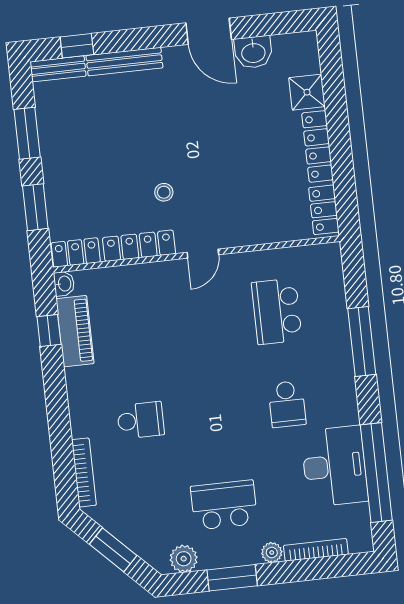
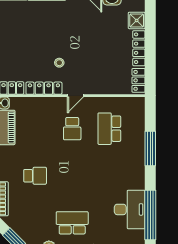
school desk: (287, 404) -> (72, 129), moved

